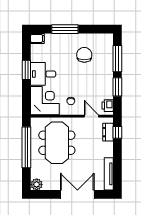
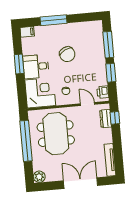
chair: (84, 55) -> (67, 54), moved, turned 153

